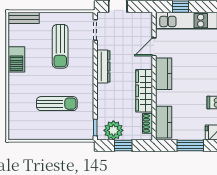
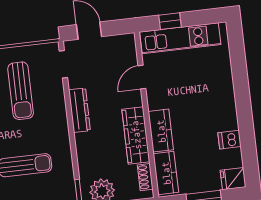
kitchen counter: (164, 74) -> (161, 131), moved

